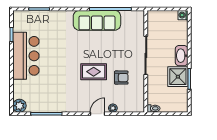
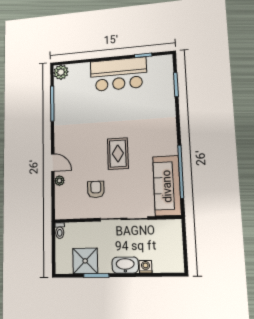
washing machine: (183, 15) -> (146, 267), moved
sofa: (97, 20) -> (167, 186), moved
rug: (94, 72) -> (118, 154), moved
shower: (178, 77) -> (85, 261), moved
armchair: (121, 78) -> (96, 189), turned 180

